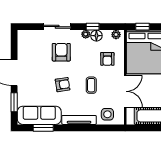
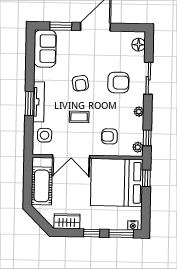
window: (93, 27) -> (147, 138), moved
floor lamp: (96, 36) -> (139, 45), moved
sofa: (39, 115) -> (45, 49), width x0.73
window: (43, 128) -> (29, 103), moved

